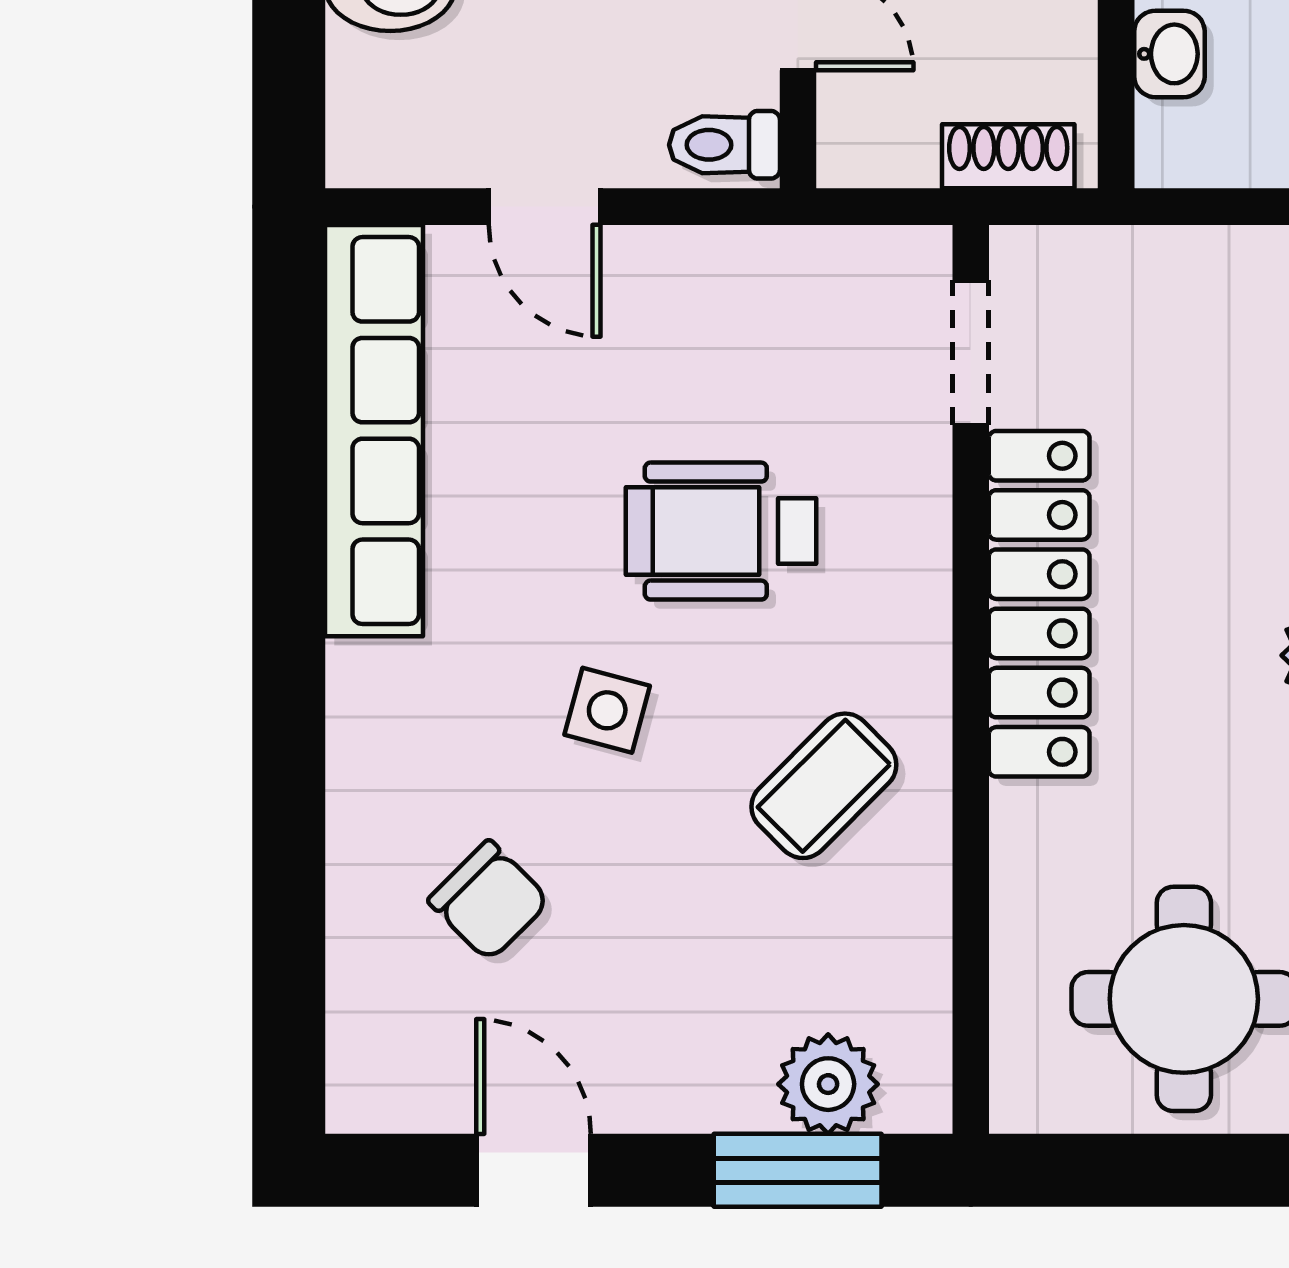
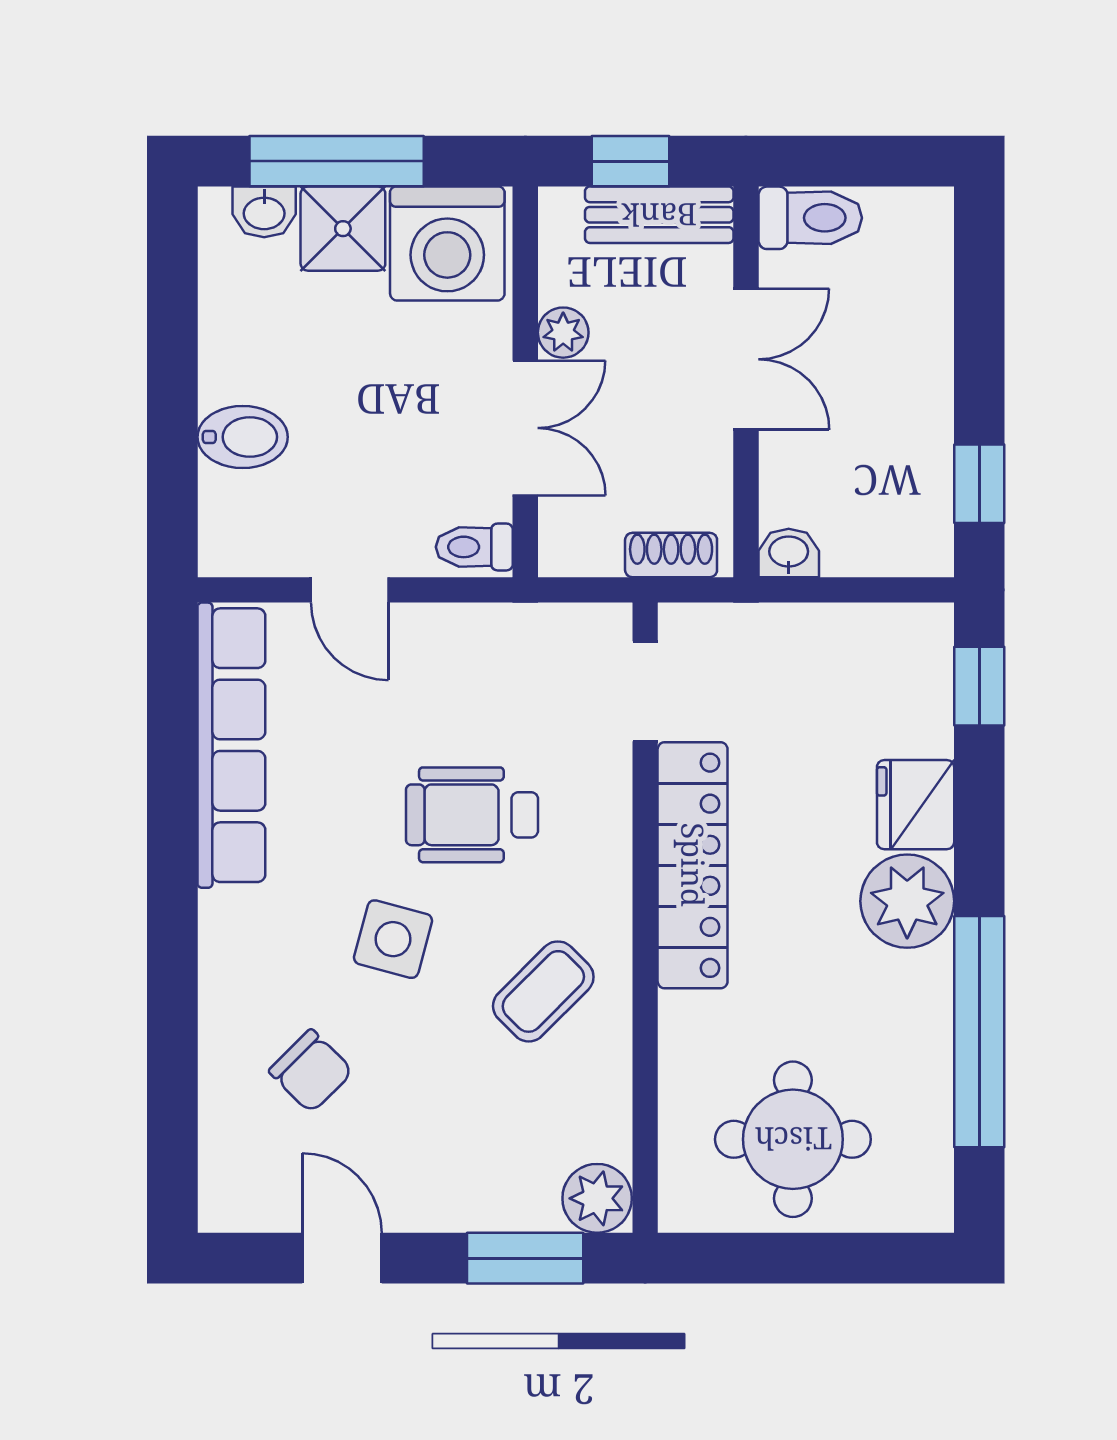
washbasin: (1169, 54) -> (789, 553), moved, turned -90
side table: (607, 710) -> (393, 939), width x1.37, depth x1.37
plant: (828, 1084) -> (597, 1198), moved

